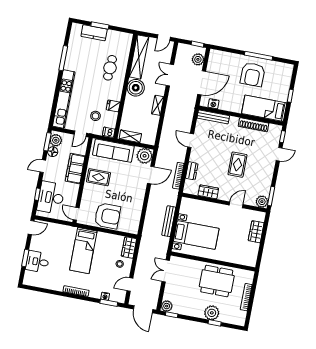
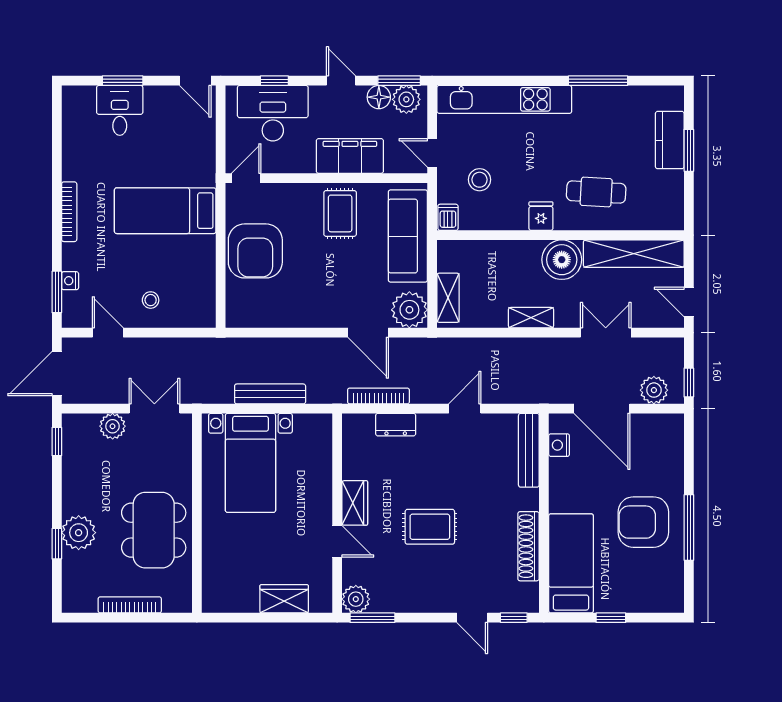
fridge: (113, 106) -> (541, 216), moved
shelving: (130, 136) -> (448, 298), moved
wardrobe: (208, 192) -> (355, 503), moved
wardrobe: (129, 247) -> (192, 314), removed
plant: (167, 306) -> (113, 426), moved

